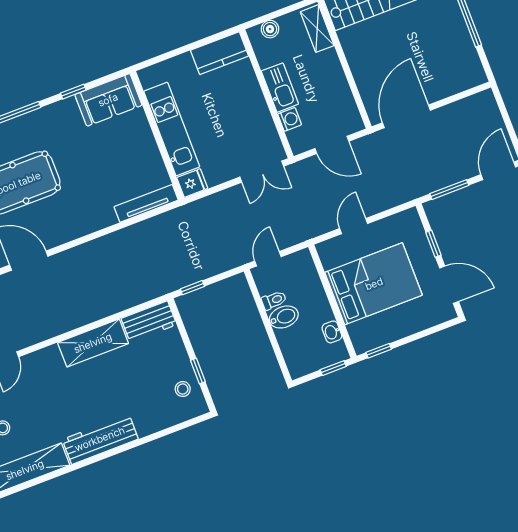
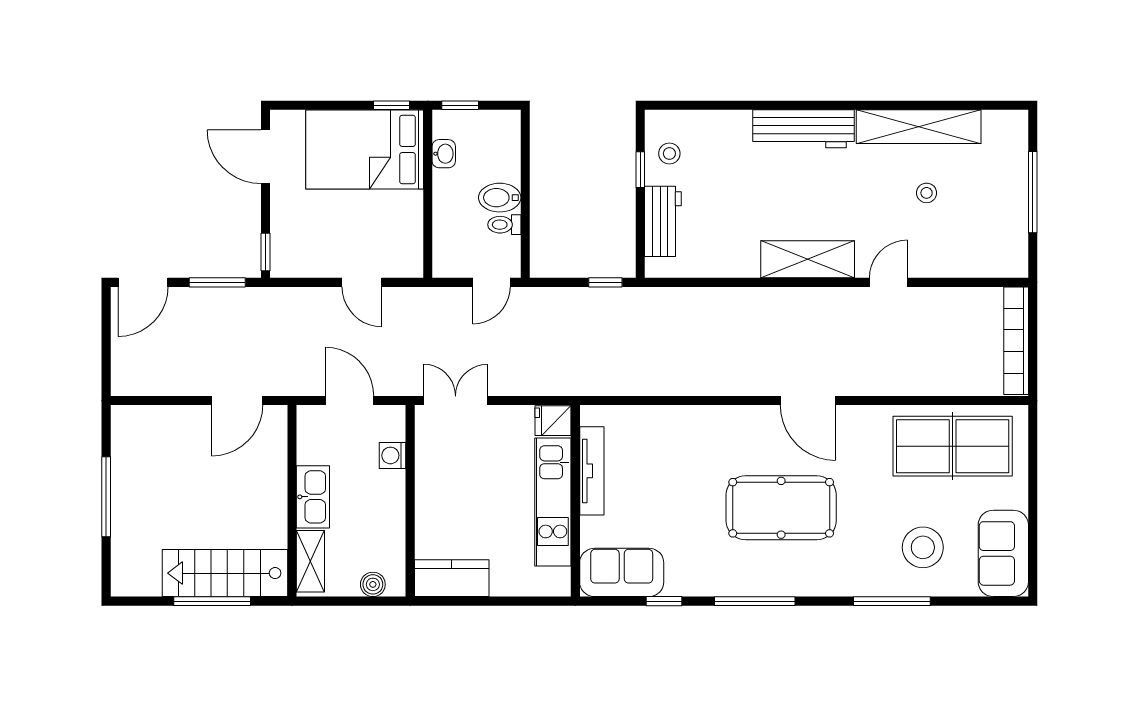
kitchen sink: (280, 88) -> (313, 497), moved, turned 180
door: (406, 116) -> (237, 400), width x0.73
tv unit: (146, 203) -> (592, 471), moved, turned -90
door: (354, 226) -> (362, 282), hinge flipped
window: (433, 244) -> (265, 252), moved
bed: (374, 284) -> (365, 149), moved
workbench: (149, 321) -> (663, 221), moved, turned 90
shelving: (93, 343) -> (808, 259), moved

